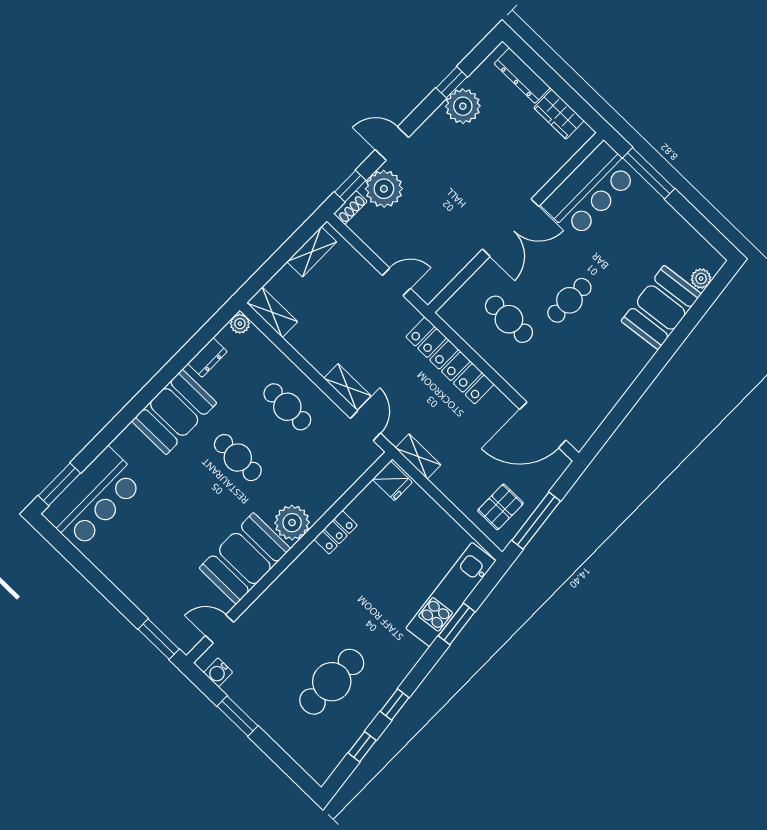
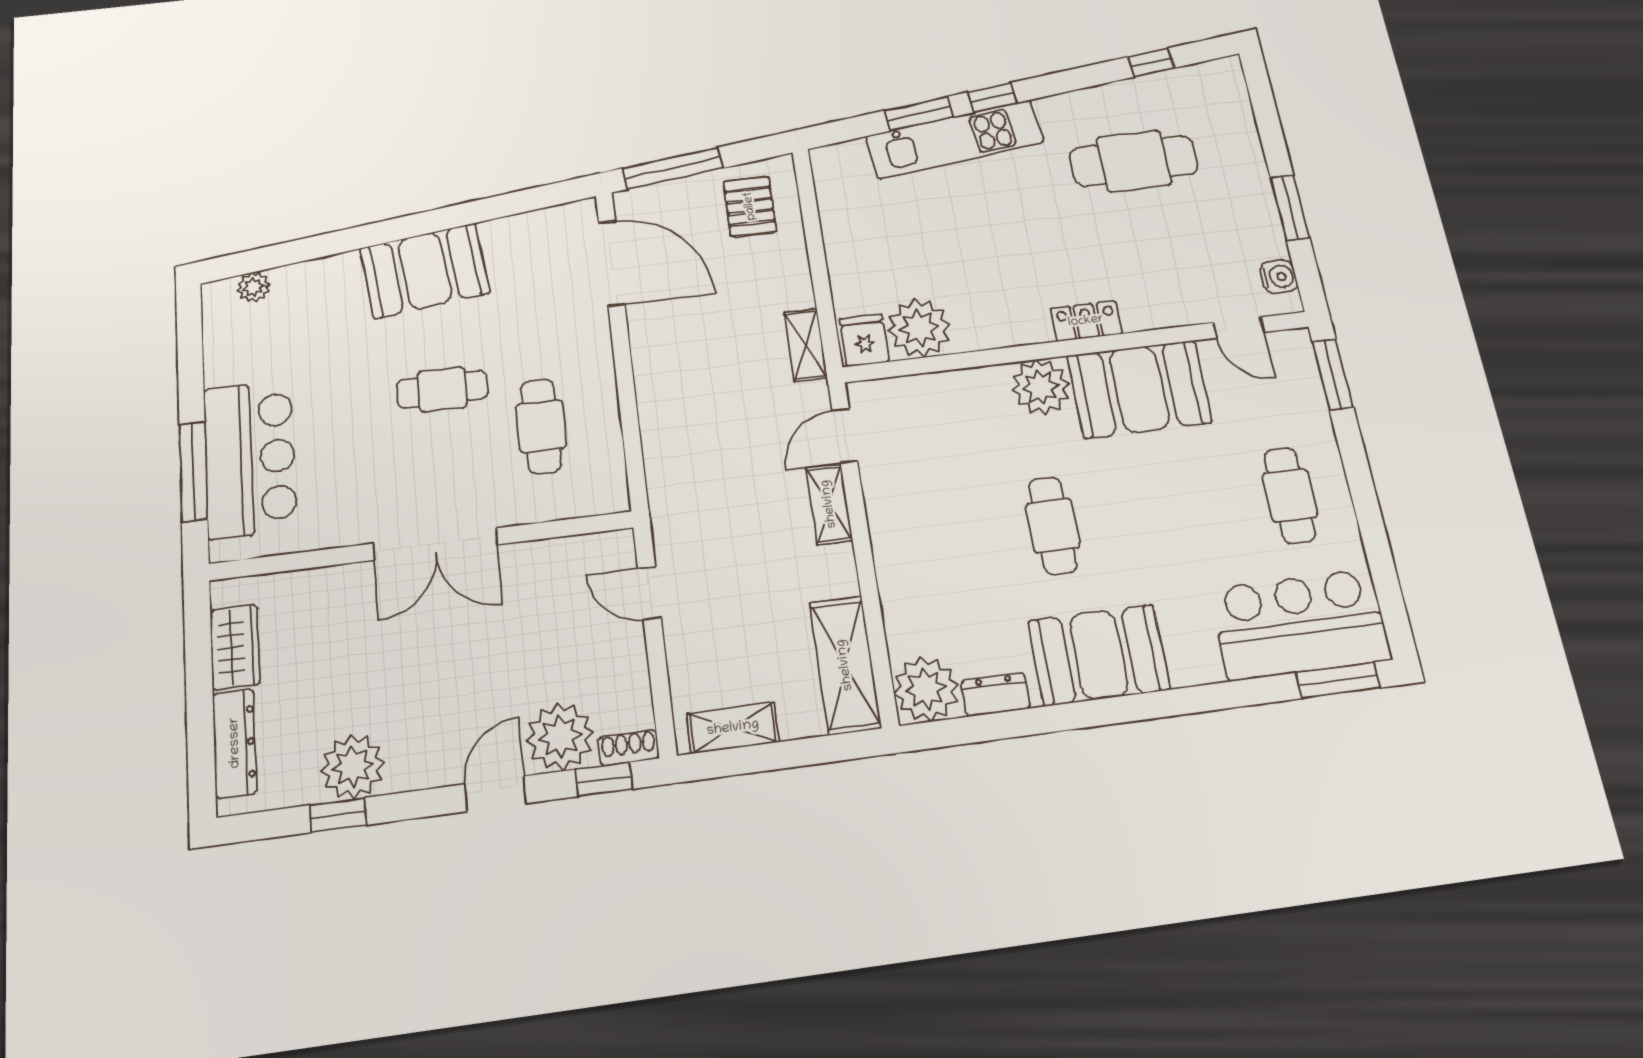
door: (392, 144) -> (495, 794), swing flipped
bar counter: (590, 190) -> (250, 459), moved, turned 90
double door: (511, 228) -> (435, 544), swing flipped
booth: (661, 307) -> (425, 271), moved
shelving: (272, 312) -> (845, 665), width x1.50, depth x1.33
plant: (240, 324) -> (926, 689), width x1.88, depth x1.88
locker: (450, 360) -> (664, 433), removed
cafe table: (287, 407) -> (1290, 495), moved
pallet: (500, 507) -> (750, 206), turned 90
plant: (371, 508) -> (919, 328), added
window: (536, 521) -> (673, 168), moved
locker: (336, 532) -> (1086, 321), moved
kitchen unit: (451, 595) -> (955, 139), moved
window: (395, 704) -> (992, 98), moved

